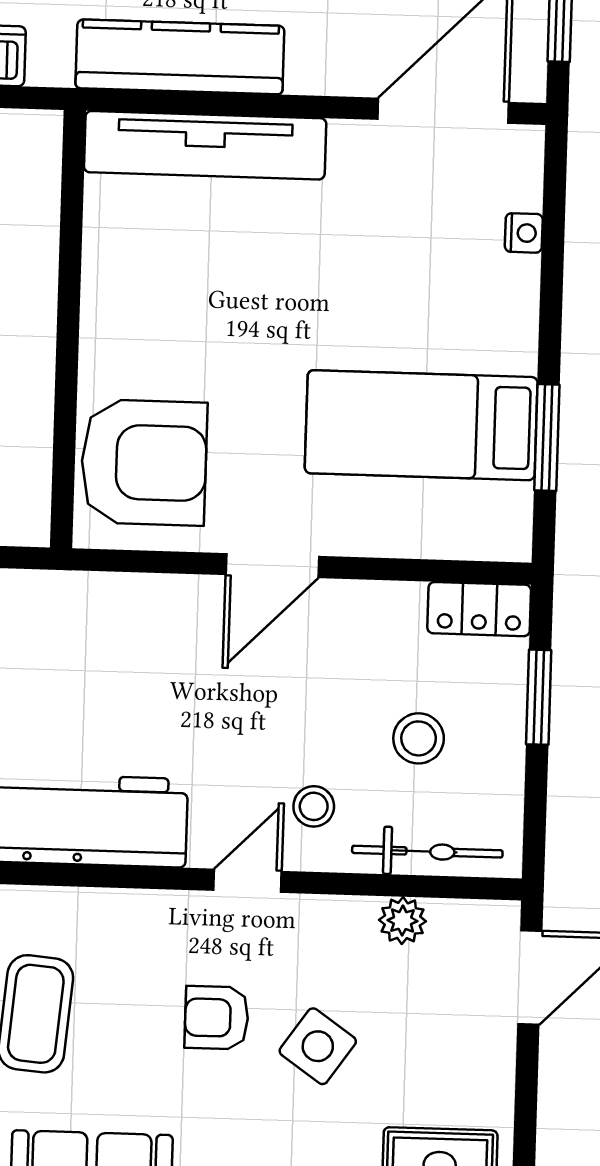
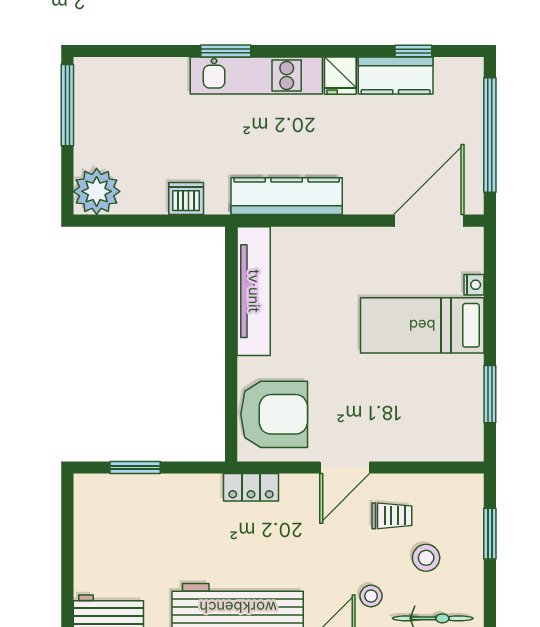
tv unit: (205, 145) -> (254, 291), moved, turned -90
bed: (421, 425) -> (422, 325), moved
locker: (479, 609) -> (251, 487), moved
trolley: (357, 658) -> (392, 516), added

